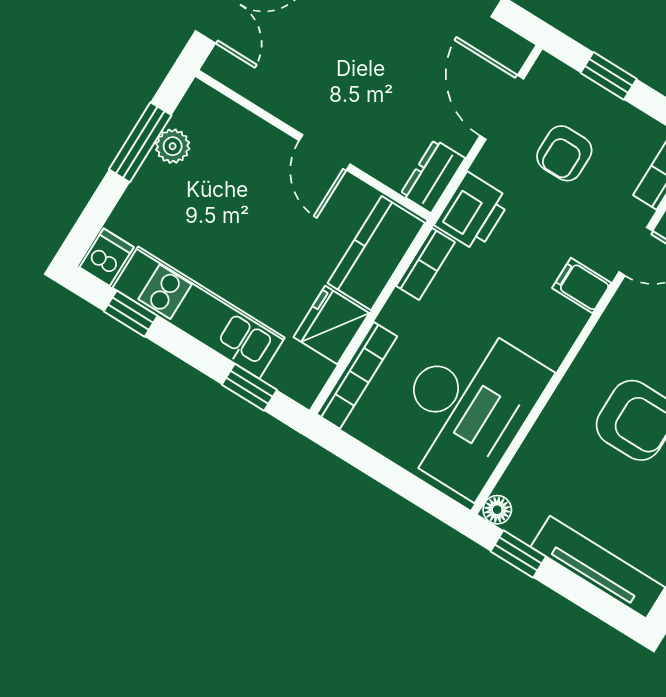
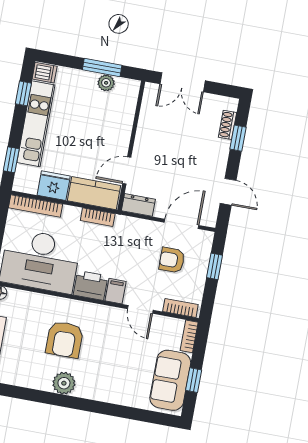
door: (325, 152) -> (127, 170), moved
printer: (473, 212) -> (91, 285), moved, turned 180

